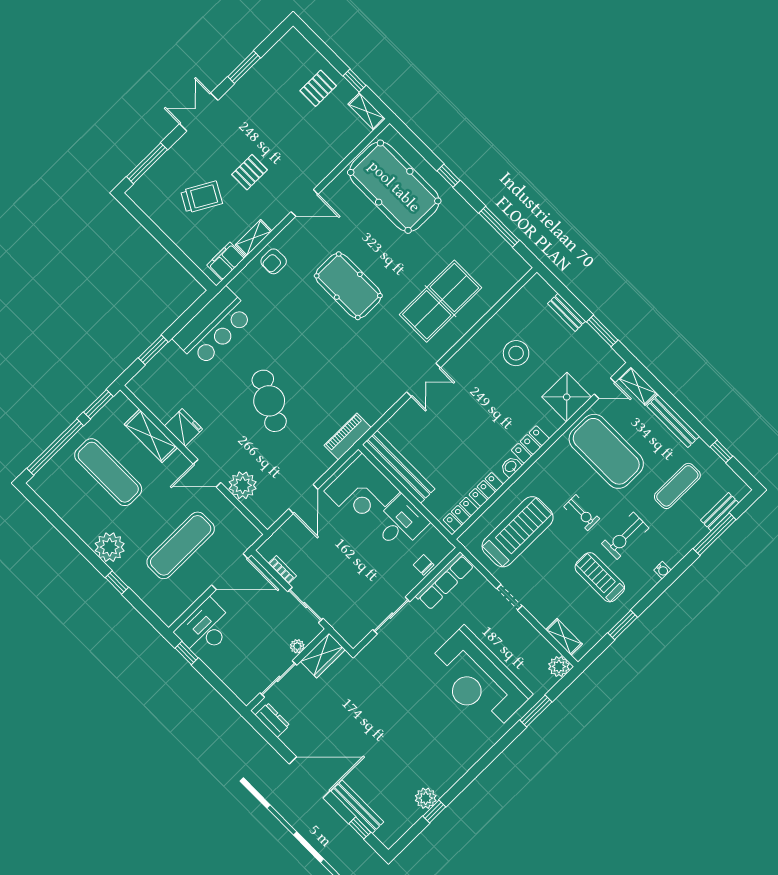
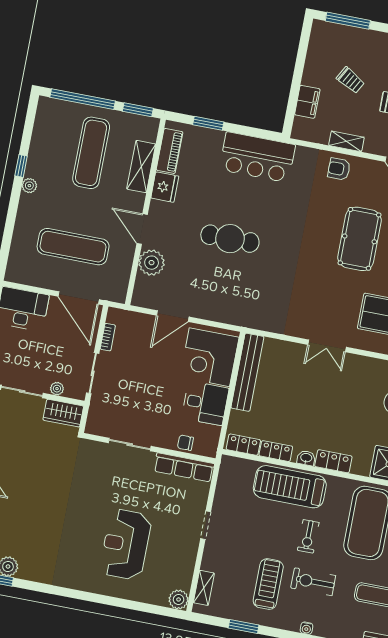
trolley: (202, 197) -> (350, 80), width x0.73, depth x0.72
filing cabinet: (226, 261) -> (307, 102), moved, turned 90
cafe table: (269, 401) -> (230, 239), turned 62
piano: (348, 436) -> (170, 151), moved, turned 90
treadmill: (518, 532) -> (290, 487), moved, turned 180
plant: (110, 547) -> (29, 186), width x0.53, depth x0.53
chair: (424, 565) -> (185, 443), turned -90
window: (117, 582) -> (21, 166), moved
reception desk: (478, 680) -> (126, 544), width x0.74, depth x0.77
window: (536, 711) -> (132, 605), removed

